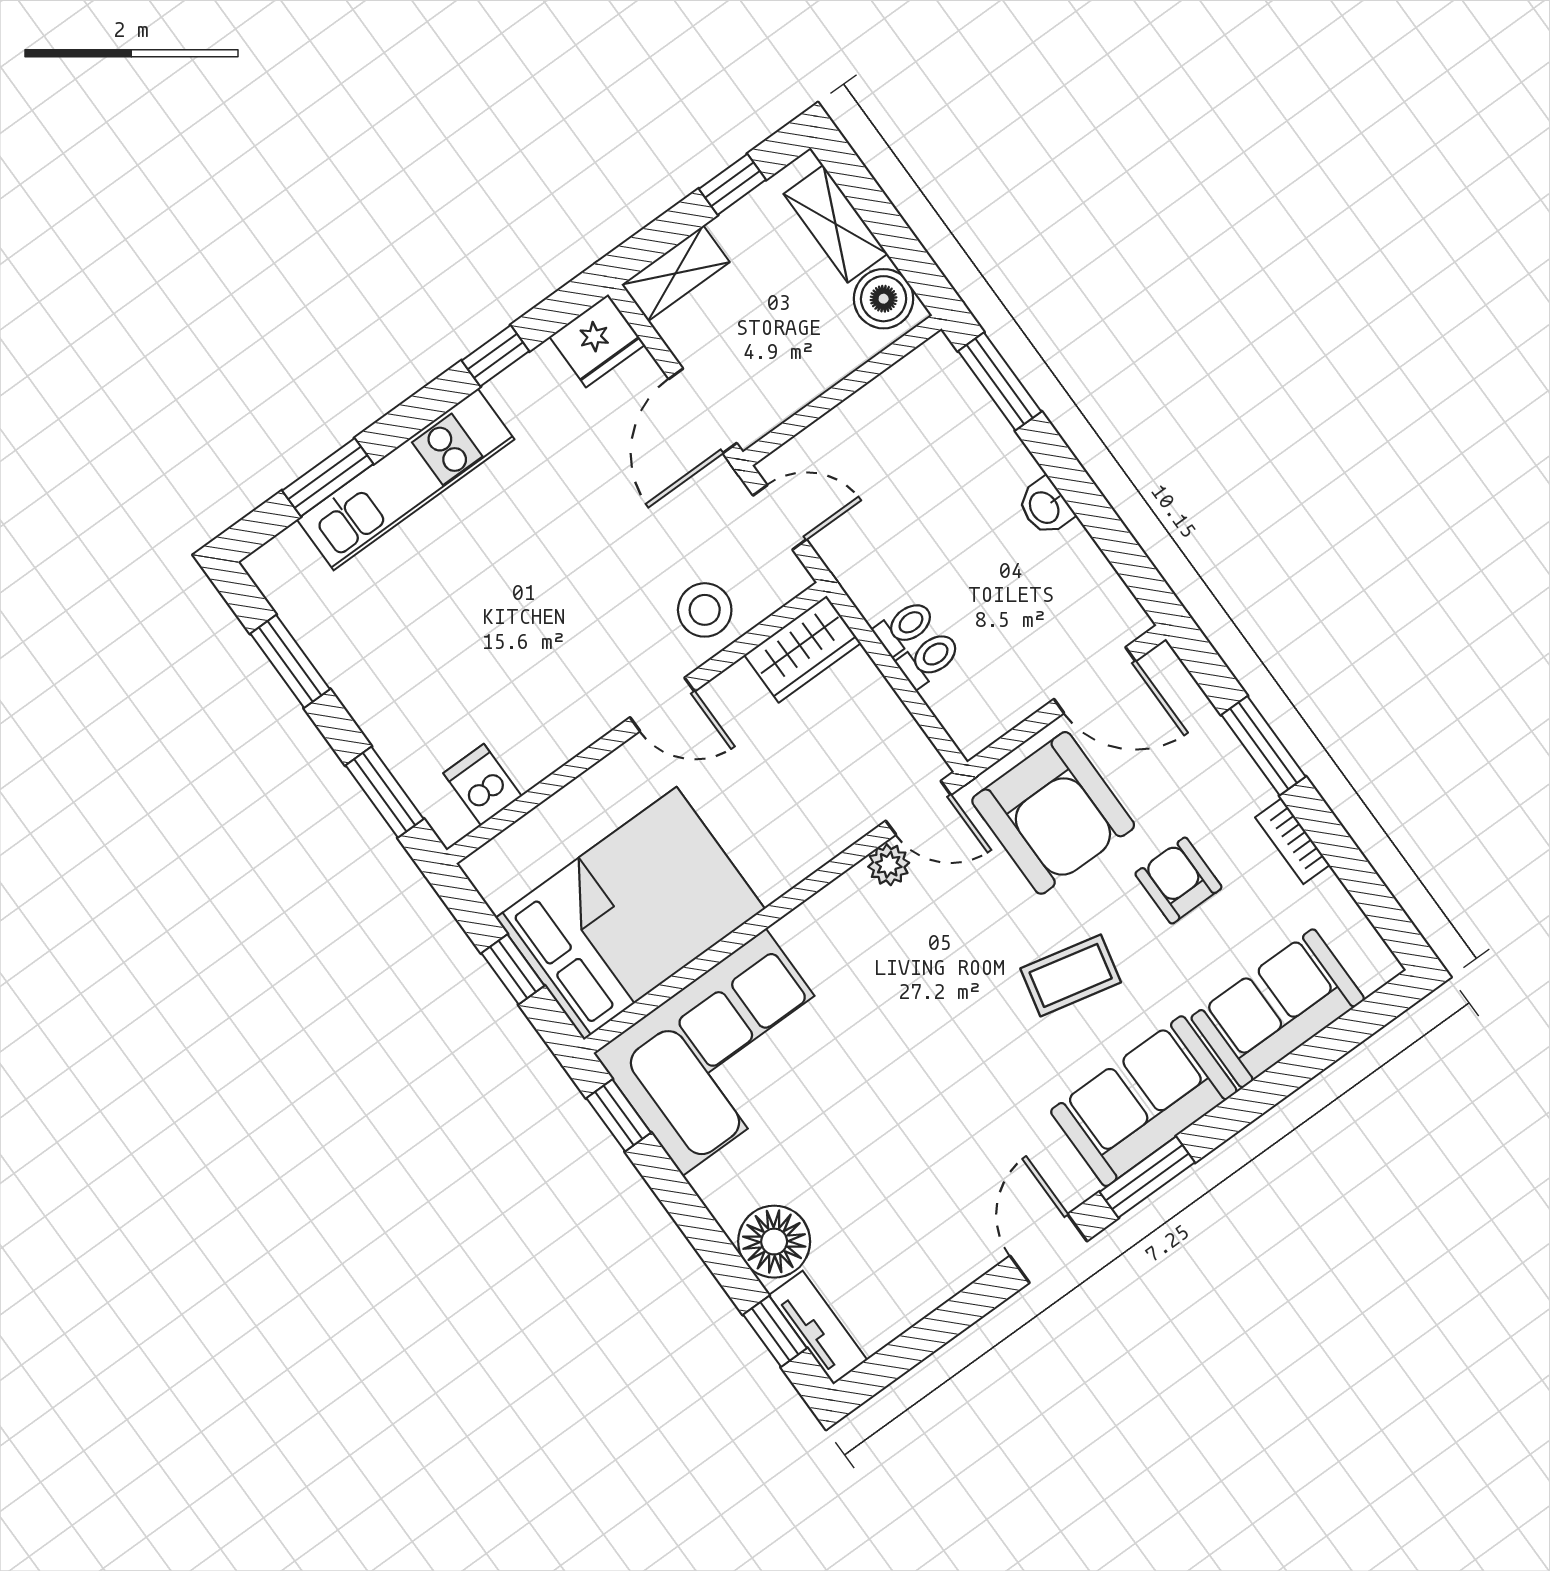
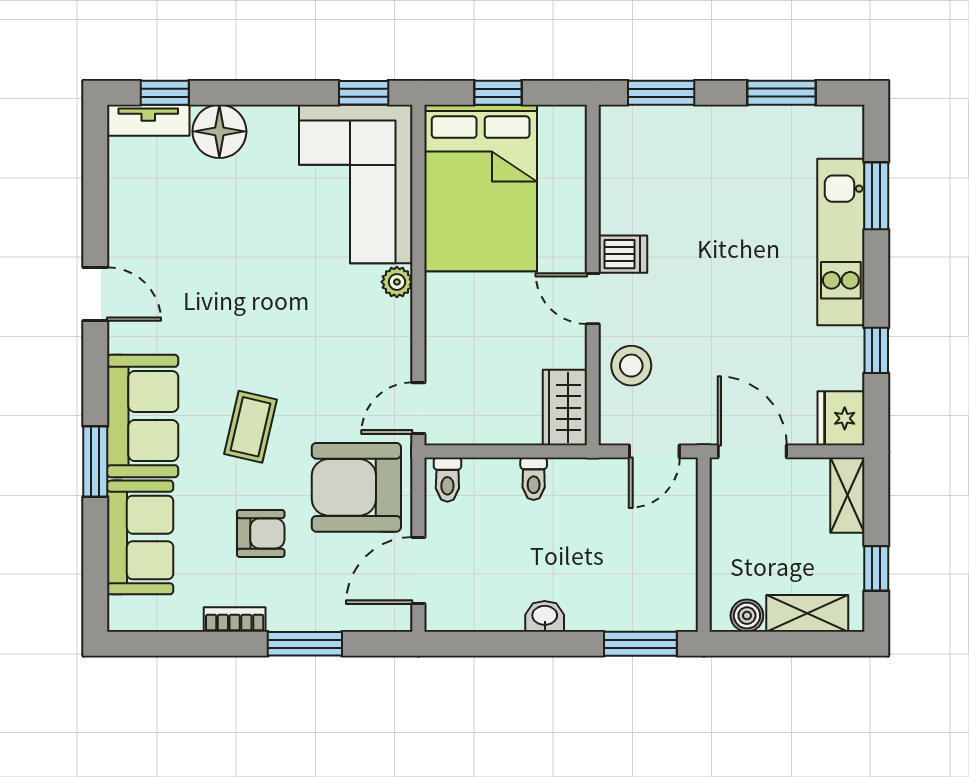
boiler: (884, 299) -> (747, 616), width x0.73, depth x0.73
toilet: (929, 659) -> (447, 480), moved
door: (662, 704) -> (593, 299), hinge flipped
dishwasher: (482, 785) -> (623, 254), moved
plant: (889, 865) -> (397, 282), moved
window: (1147, 1177) -> (95, 462), moved

